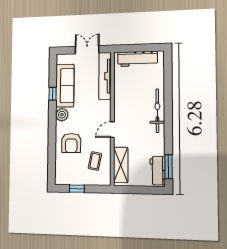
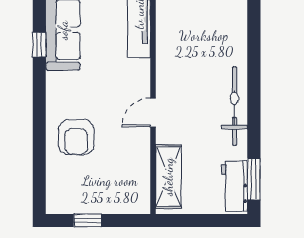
bicycle: (157, 111) -> (235, 106), moved
plant: (62, 115) -> (58, 84), removed
coffee table: (95, 161) -> (121, 170), removed

